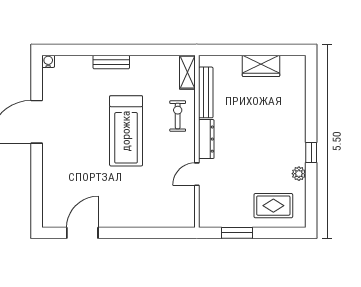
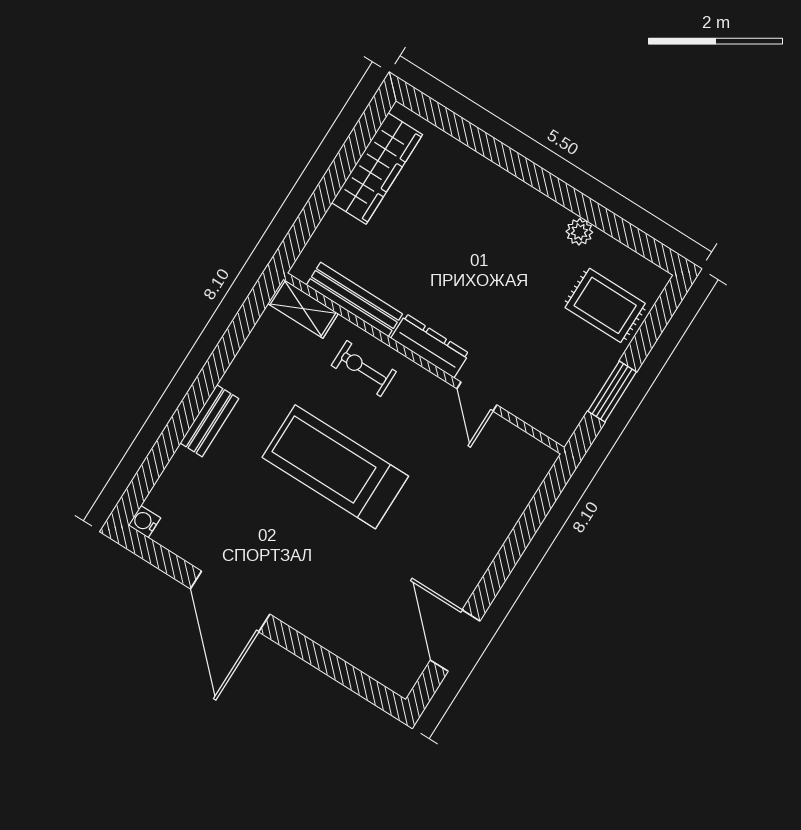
wardrobe: (261, 66) -> (377, 169), width x1.50
treadmill: (126, 131) -> (335, 467), turned 180
window: (311, 153) -> (558, 191), removed
rug: (273, 206) -> (605, 305), turned 90

